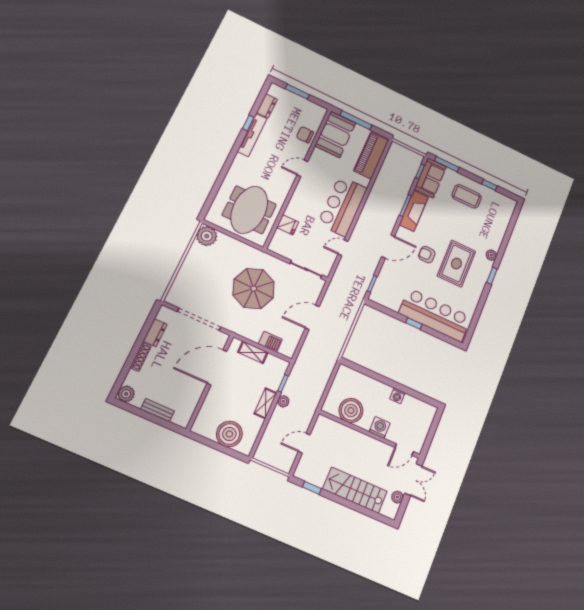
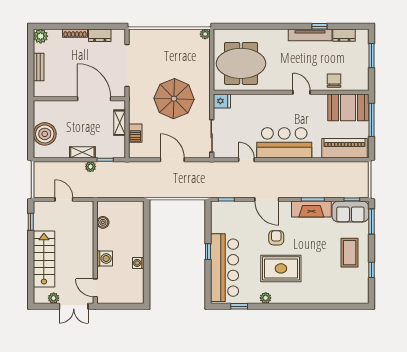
fridge: (288, 225) -> (222, 101), moved, turned -90
plant: (207, 236) -> (205, 34), width x0.53, depth x0.53
plant: (491, 255) -> (266, 298), moved
window: (492, 276) -> (239, 306), moved
boiler: (351, 410) -> (103, 222), width x0.54, depth x0.54

